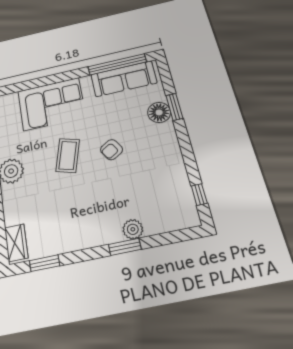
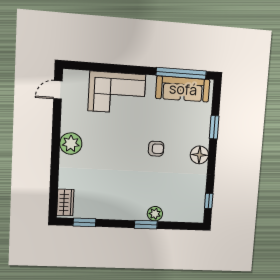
floor lamp: (159, 112) -> (199, 155), moved
armchair: (112, 150) -> (156, 149), turned -149
coffee table: (68, 155) -> (120, 144), removed

